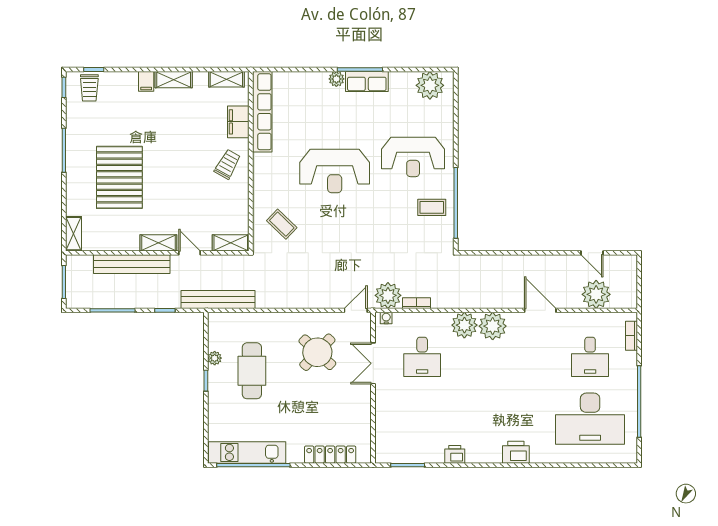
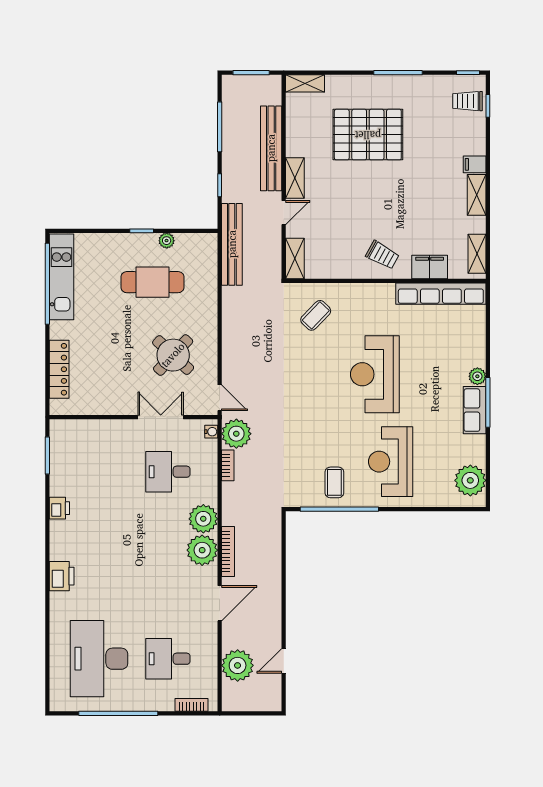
bookcase: (494, 303) -> (228, 551), added

